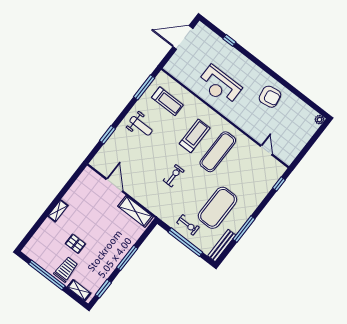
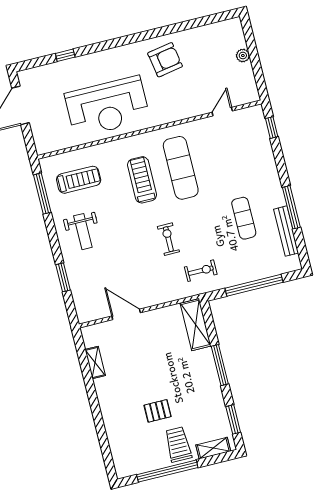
reception desk: (220, 85) -> (107, 107), width x1.36, depth x1.30
plant: (319, 120) -> (243, 56), moved
weight bench: (141, 126) -> (83, 232), turned 90
door: (266, 150) -> (222, 112), hinge flipped
exercise mat: (218, 208) -> (244, 218), width x0.50, depth x0.69
shelving: (58, 211) -> (95, 363), moved
shelving: (135, 211) -> (196, 325), moved, turned 90
exercise bike: (188, 225) -> (201, 271), moved
bench: (222, 245) -> (286, 231), moved

